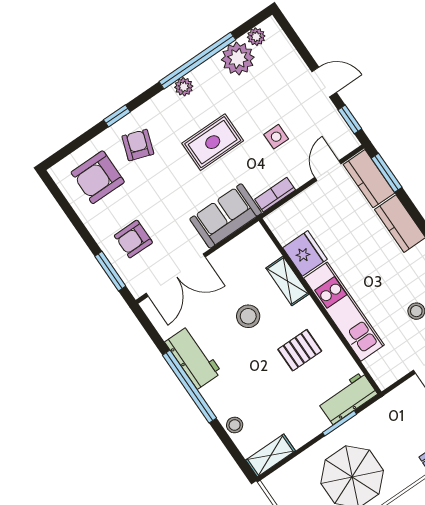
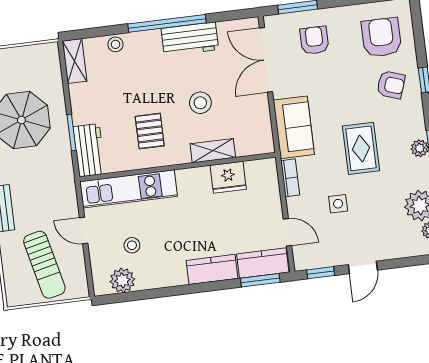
kitchen unit: (344, 312) -> (129, 189), moved

